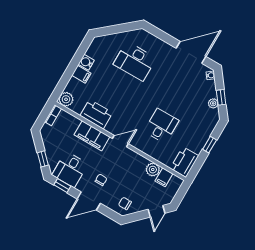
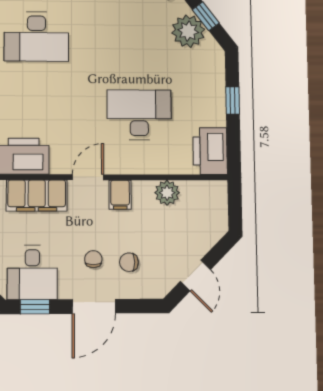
plant: (213, 103) -> (188, 31), width x1.88, depth x1.88
desk: (161, 126) -> (139, 115), width x1.37
filing cabinet: (164, 177) -> (120, 195), moved
chair: (125, 203) -> (129, 262), moved
door: (156, 211) -> (195, 275), moved

